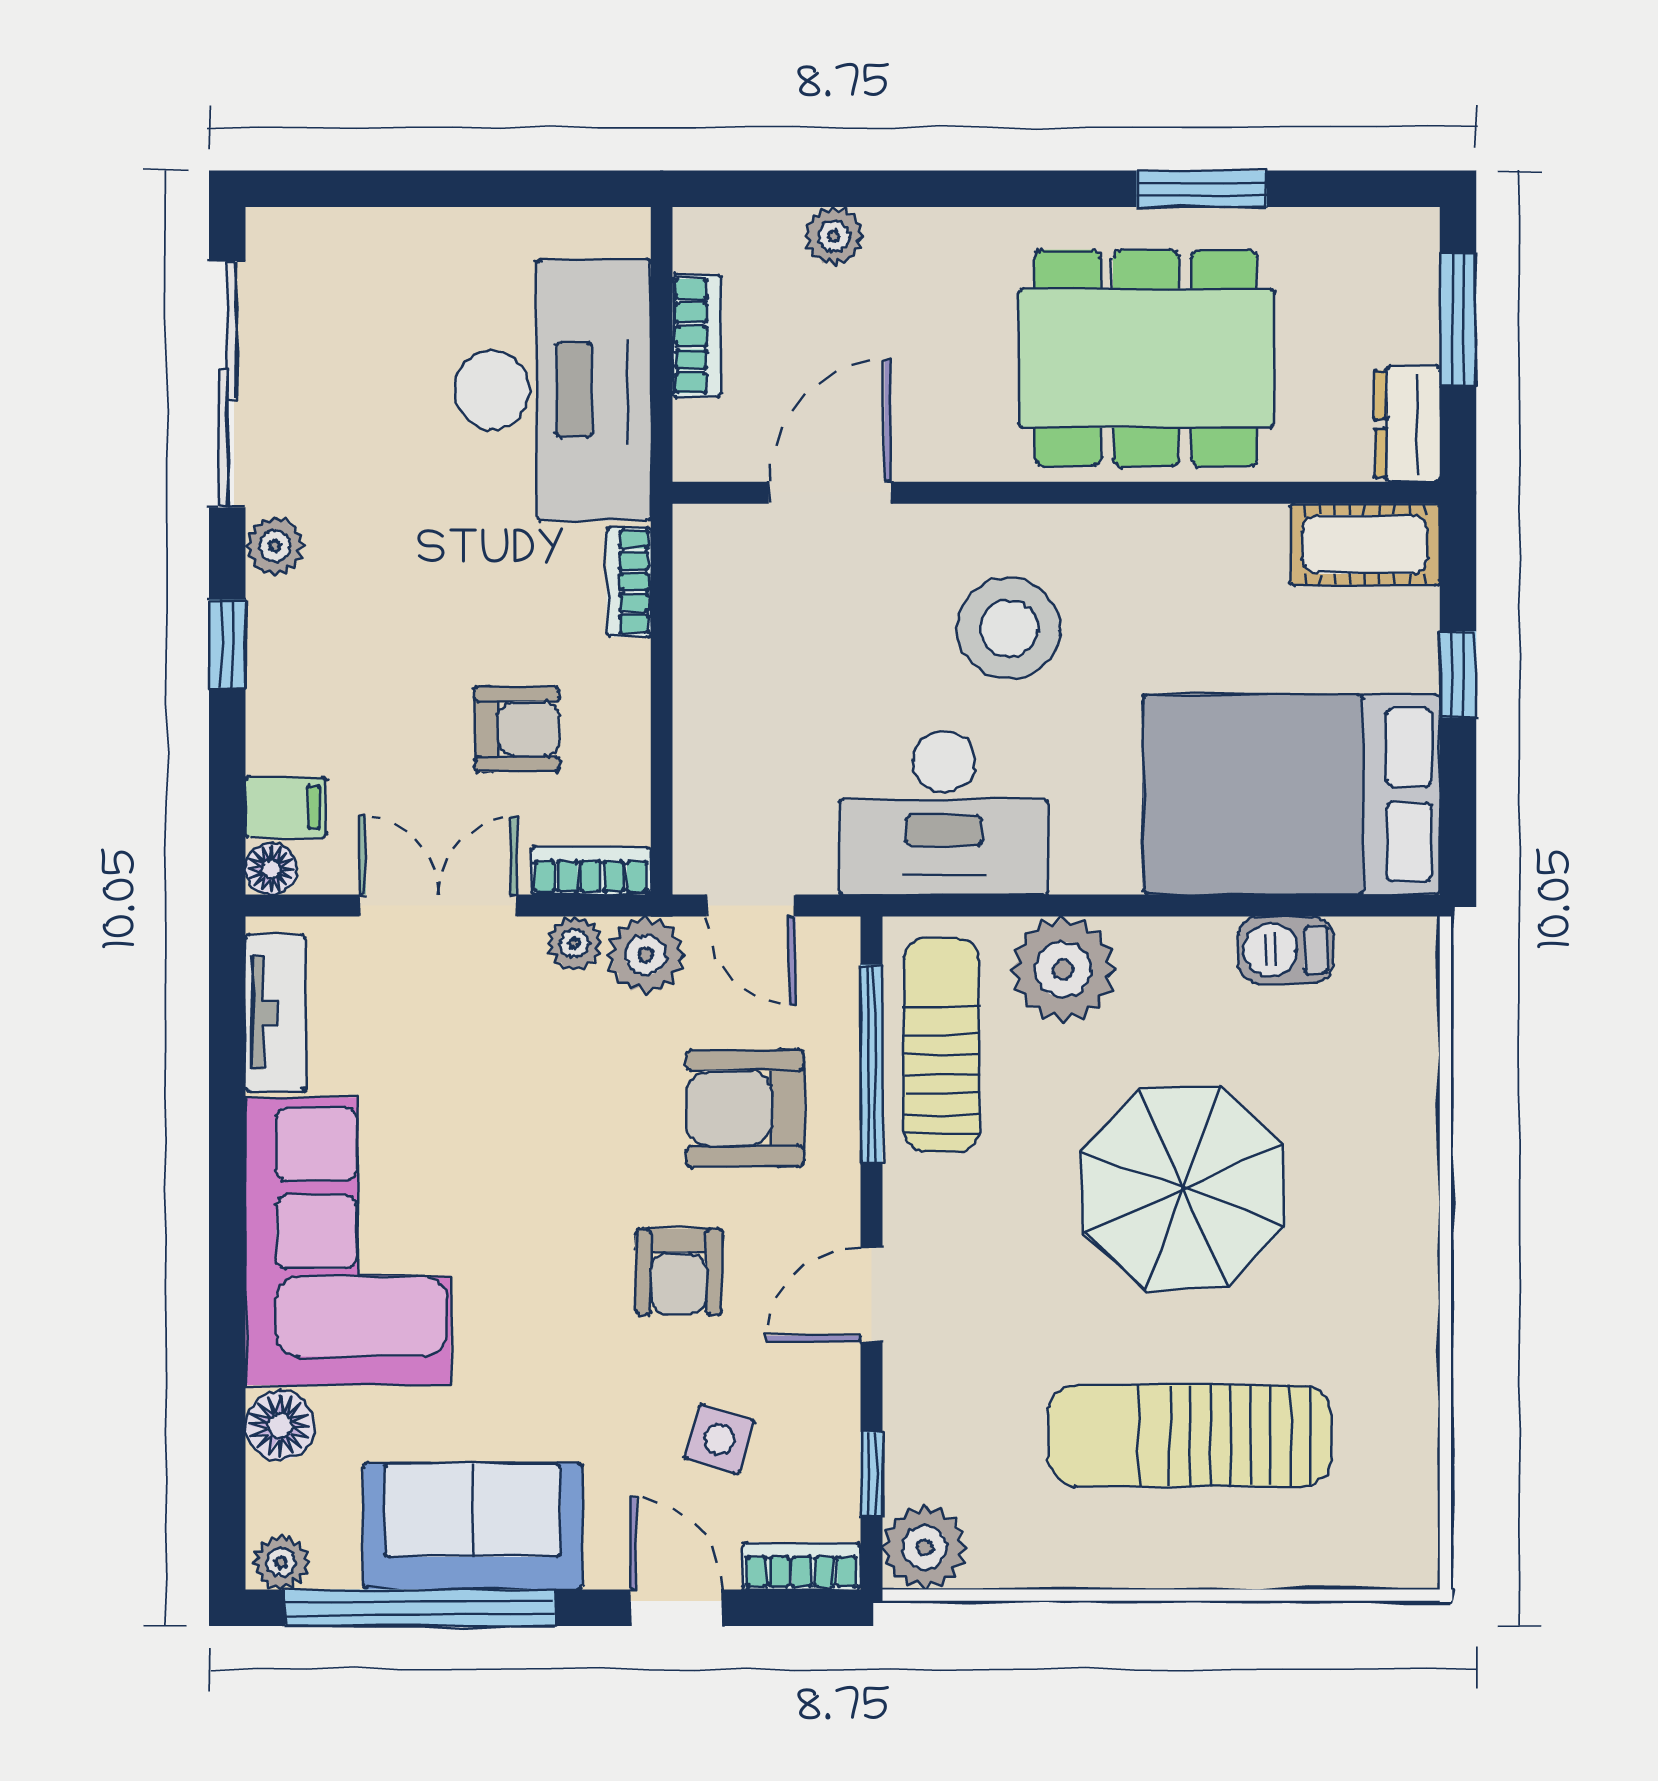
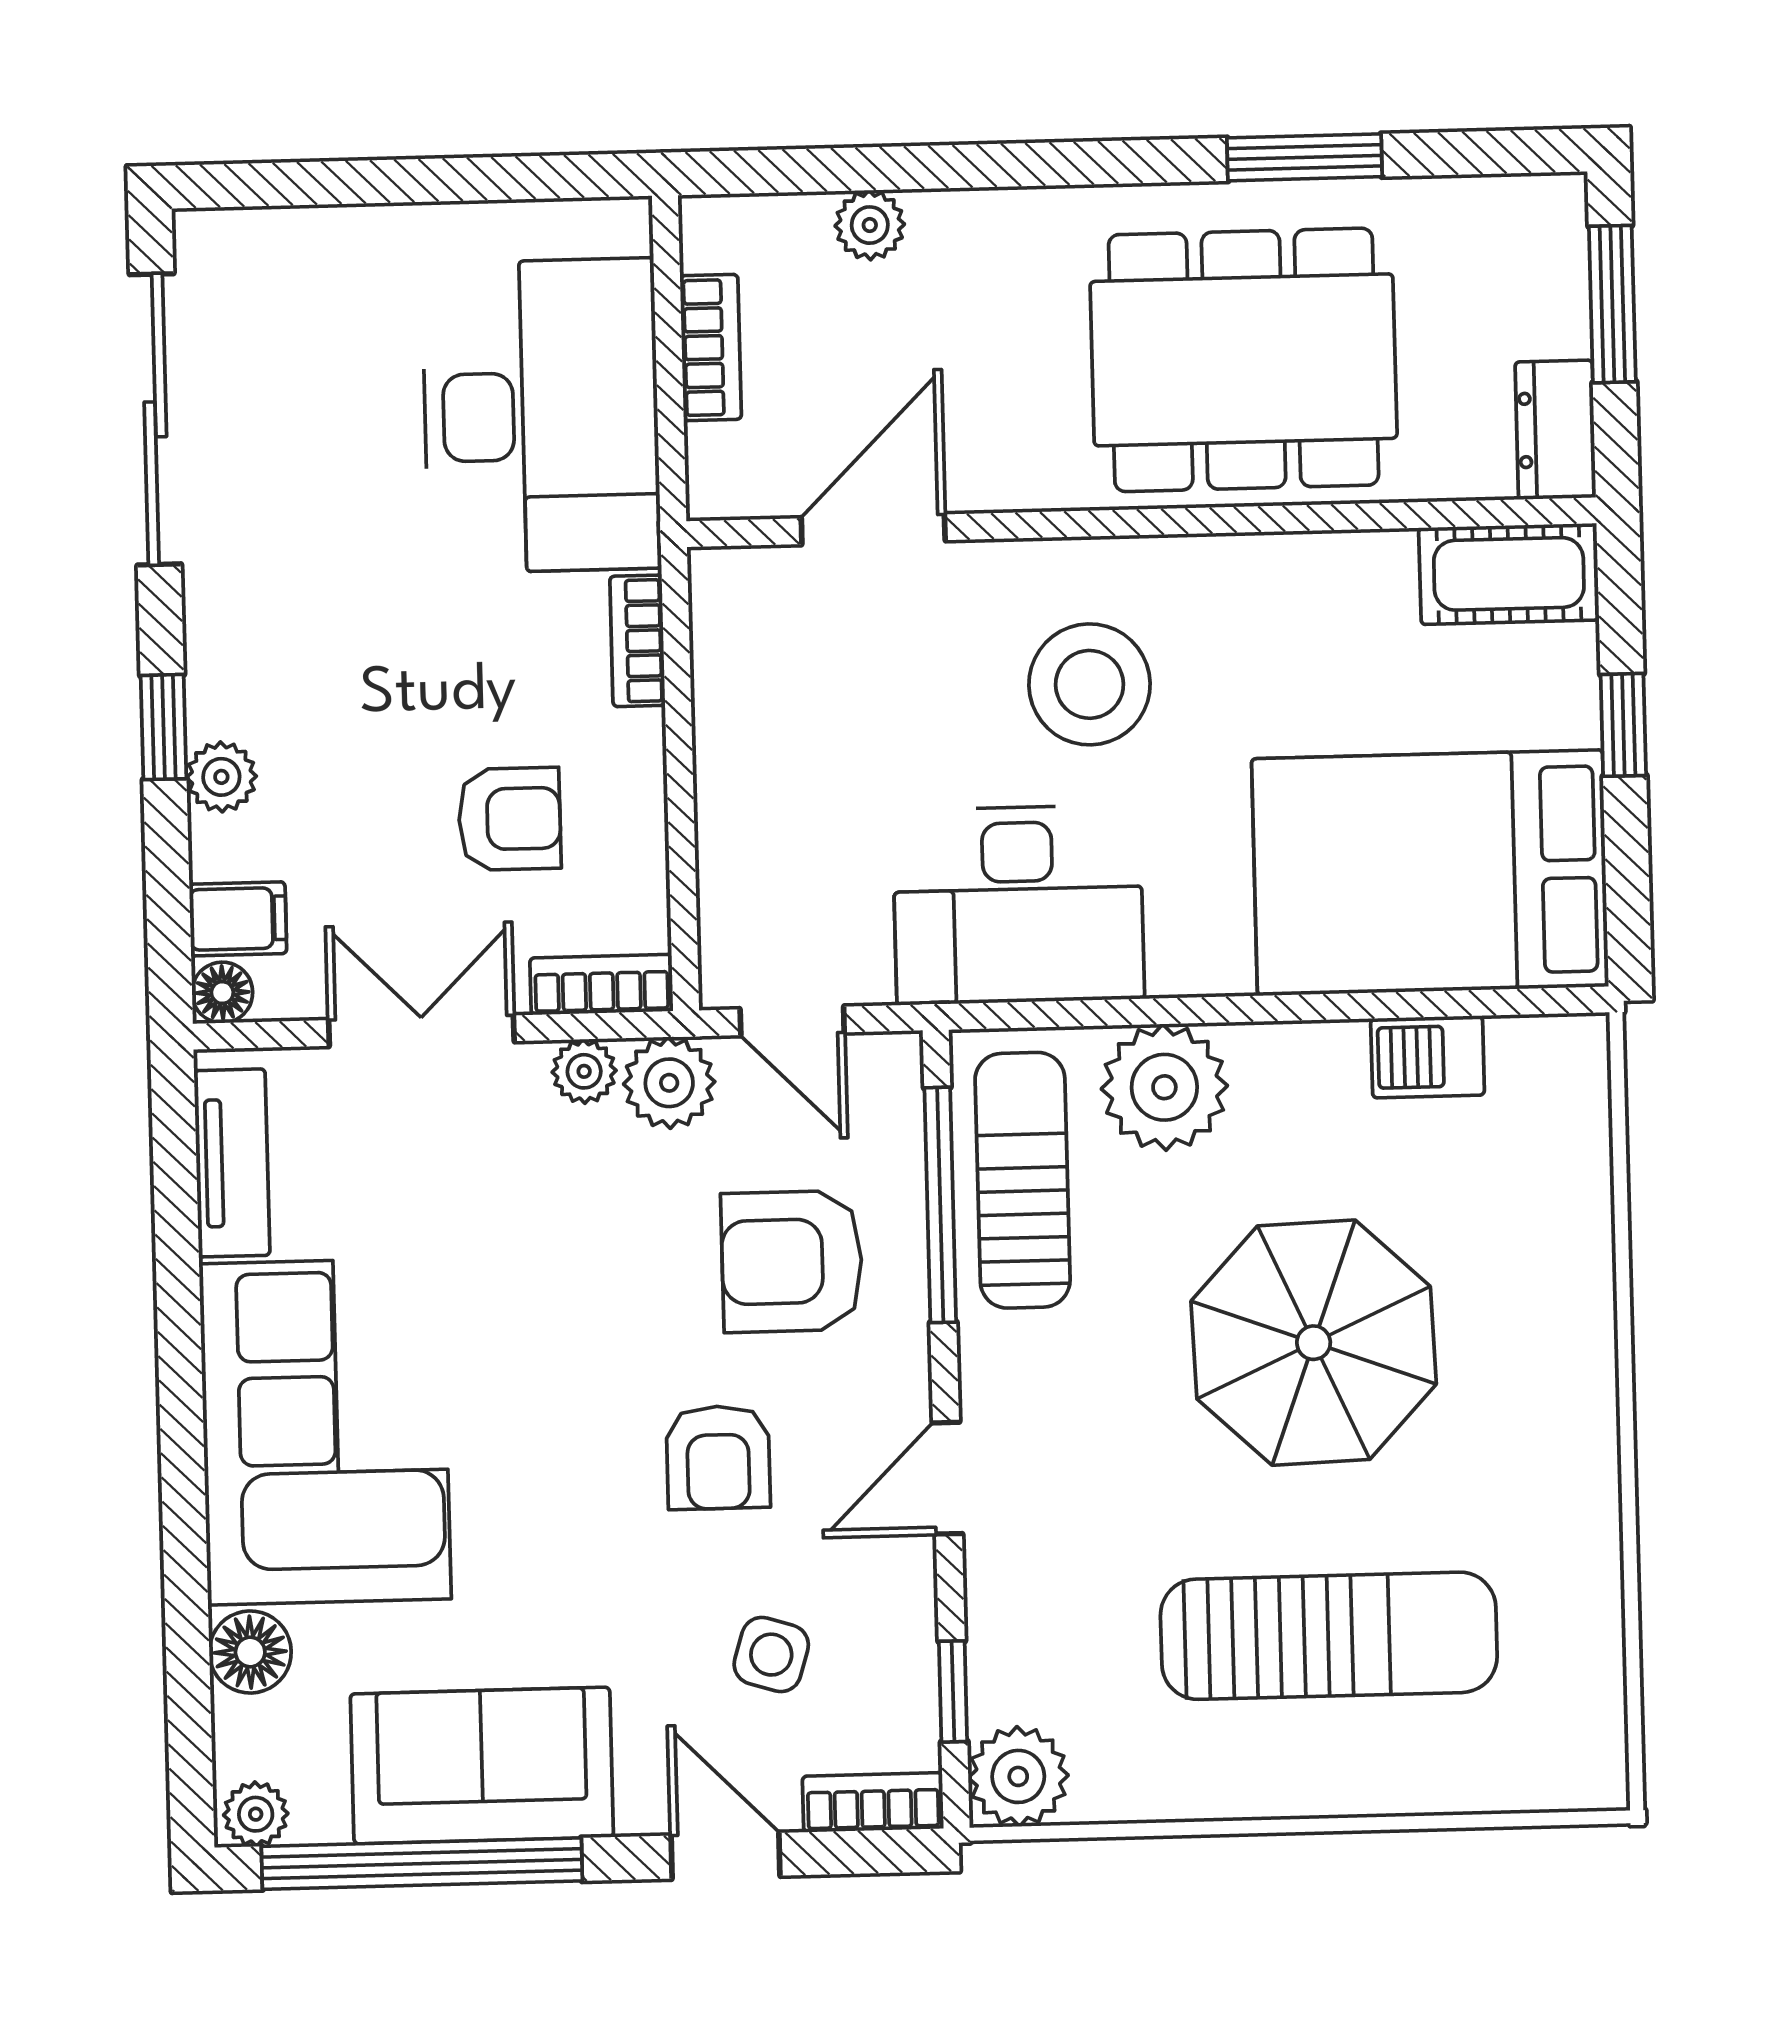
plant: (275, 546) -> (221, 777), moved
sun lounger: (1190, 1436) -> (1329, 1636), turned 180

